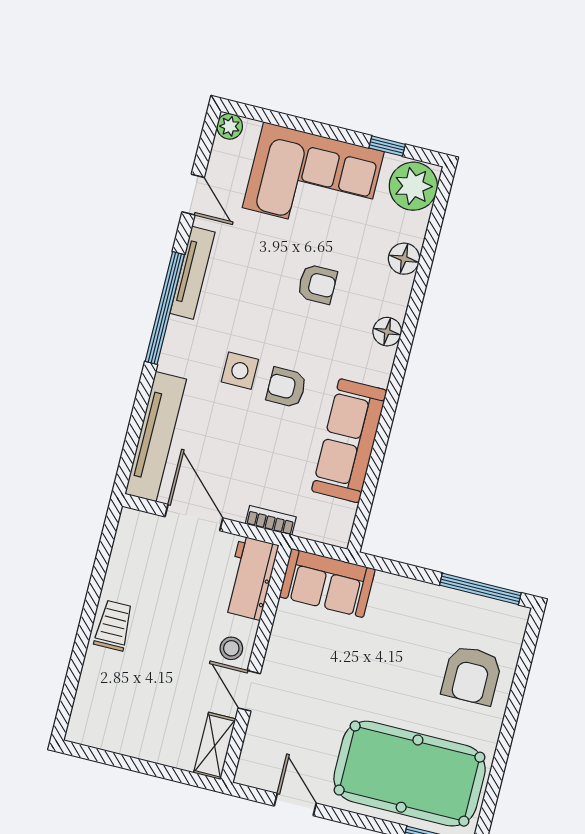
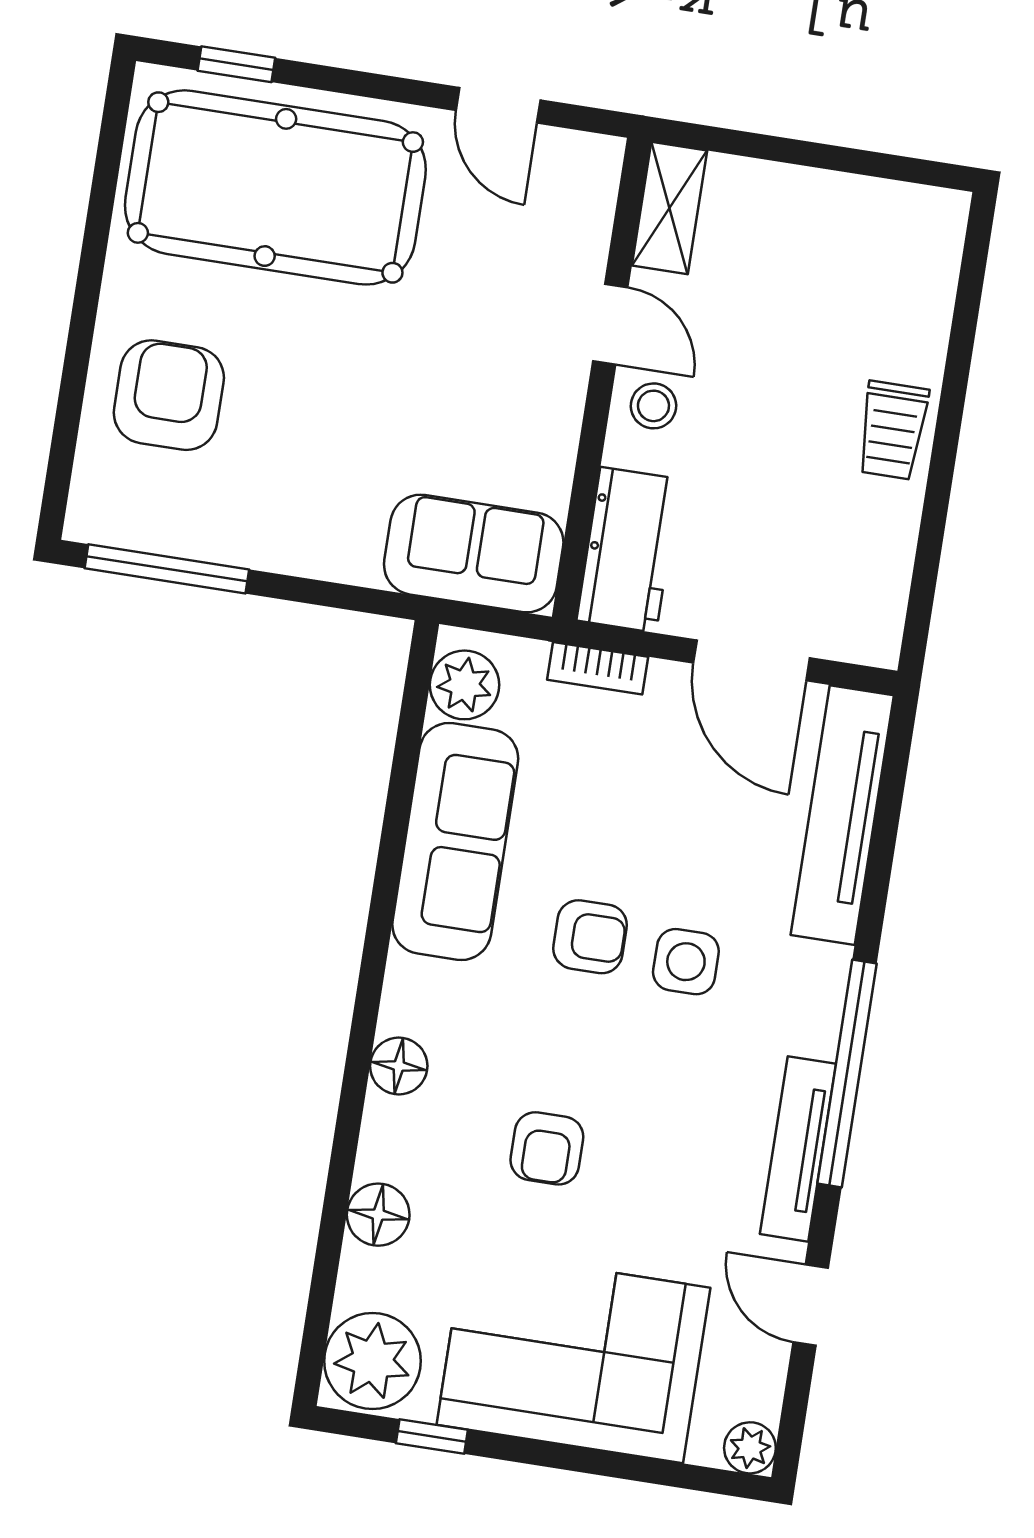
armchair: (317, 284) -> (547, 1148), turned -90
plant: (338, 518) -> (464, 685), added

